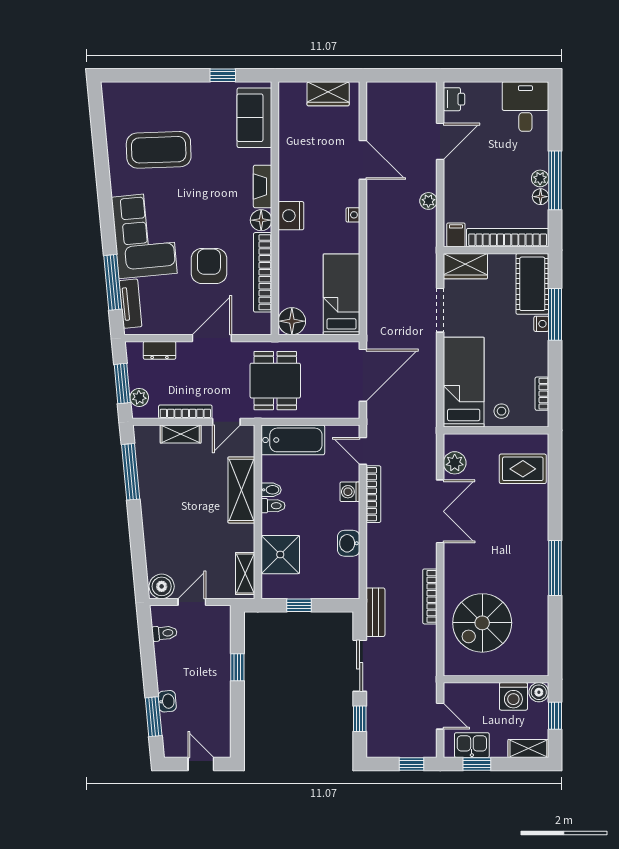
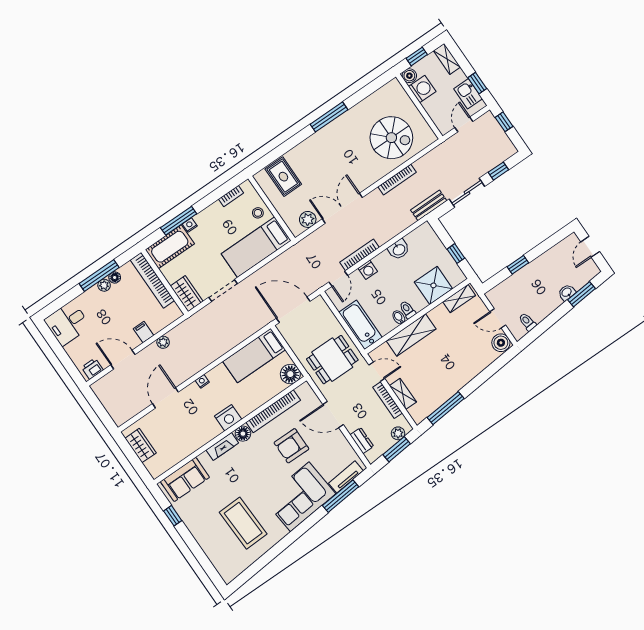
filing cabinet: (456, 235) -> (144, 332), moved, turned 90

